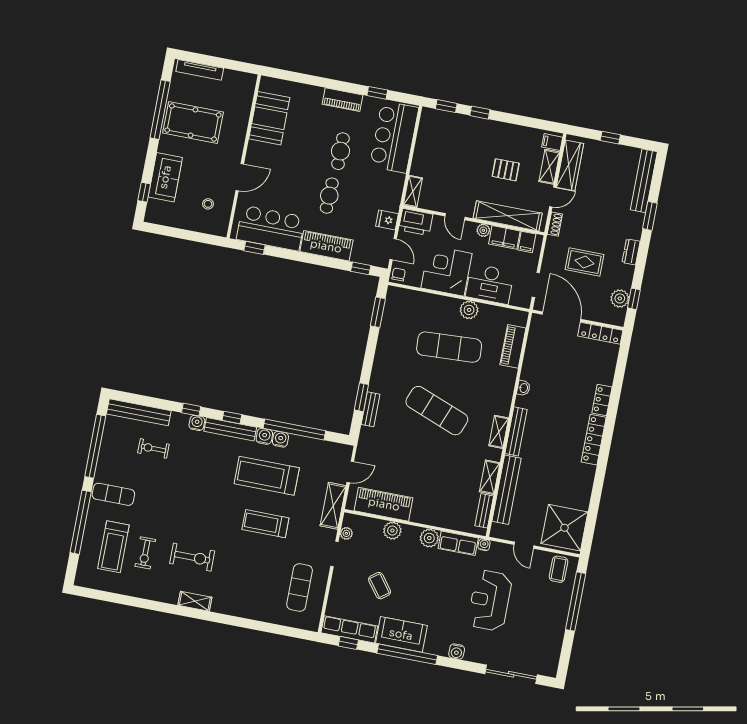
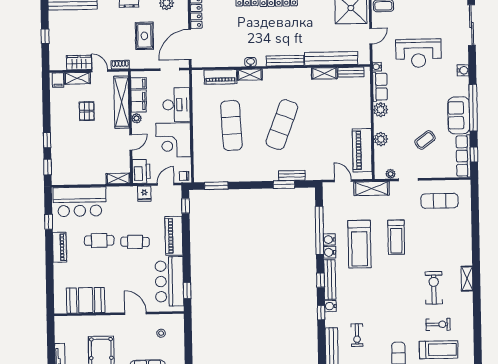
wardrobe: (570, 165) -> (79, 63), width x0.67
plant: (469, 310) -> (200, 116), removed
shelving: (499, 432) -> (250, 75), moved

